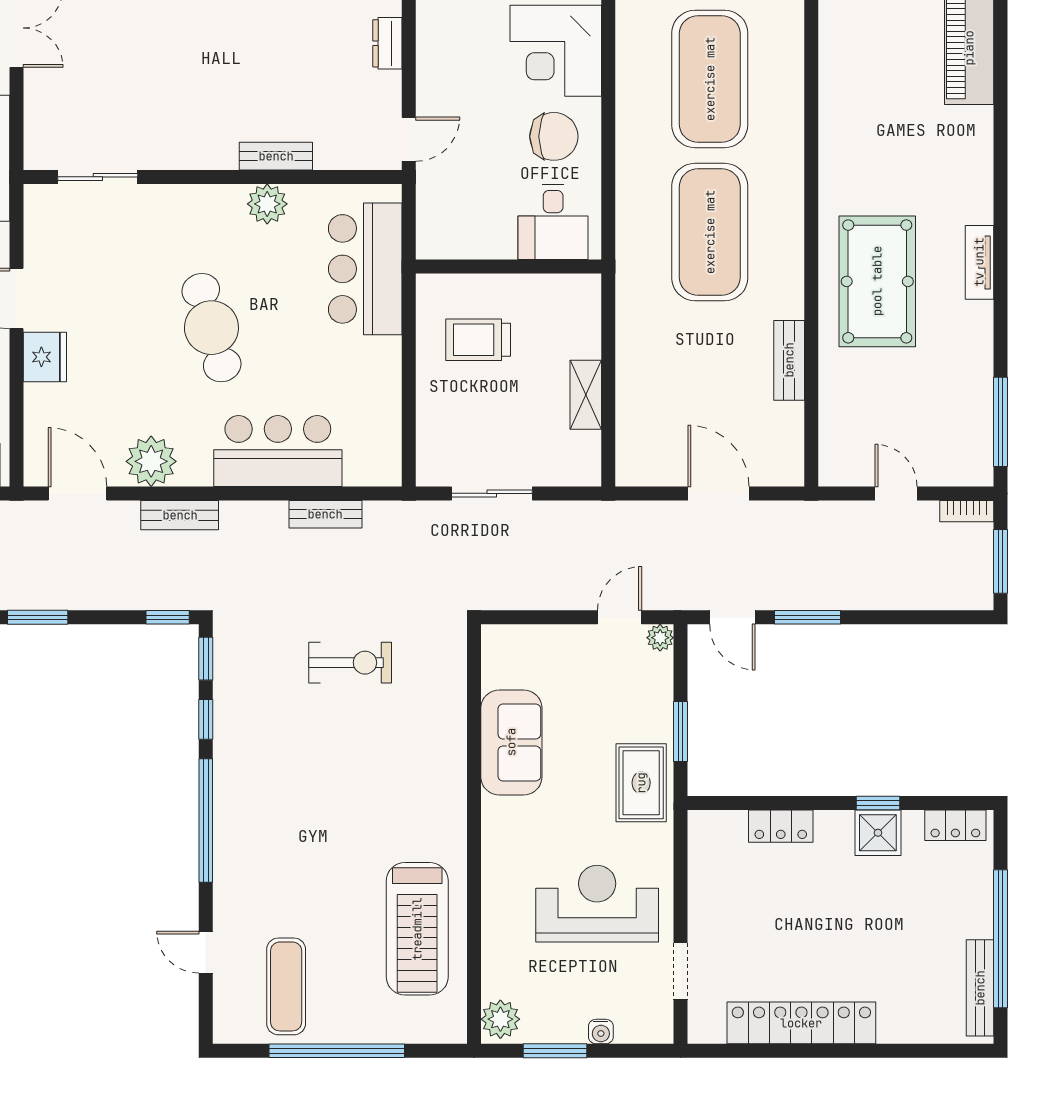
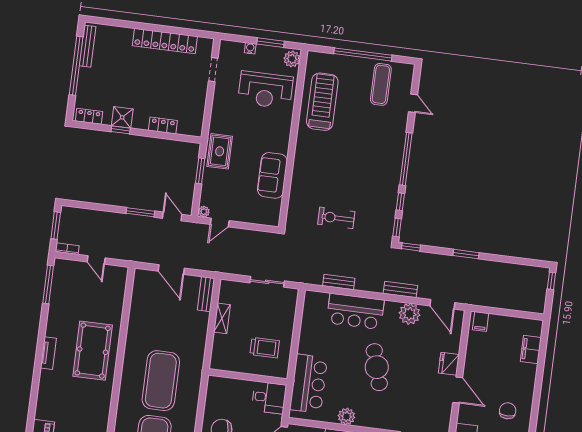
desk: (553, 222) -> (269, 398), moved, turned 90
bench: (789, 360) -> (206, 294), moved
reception desk: (597, 904) -> (265, 90), moved

